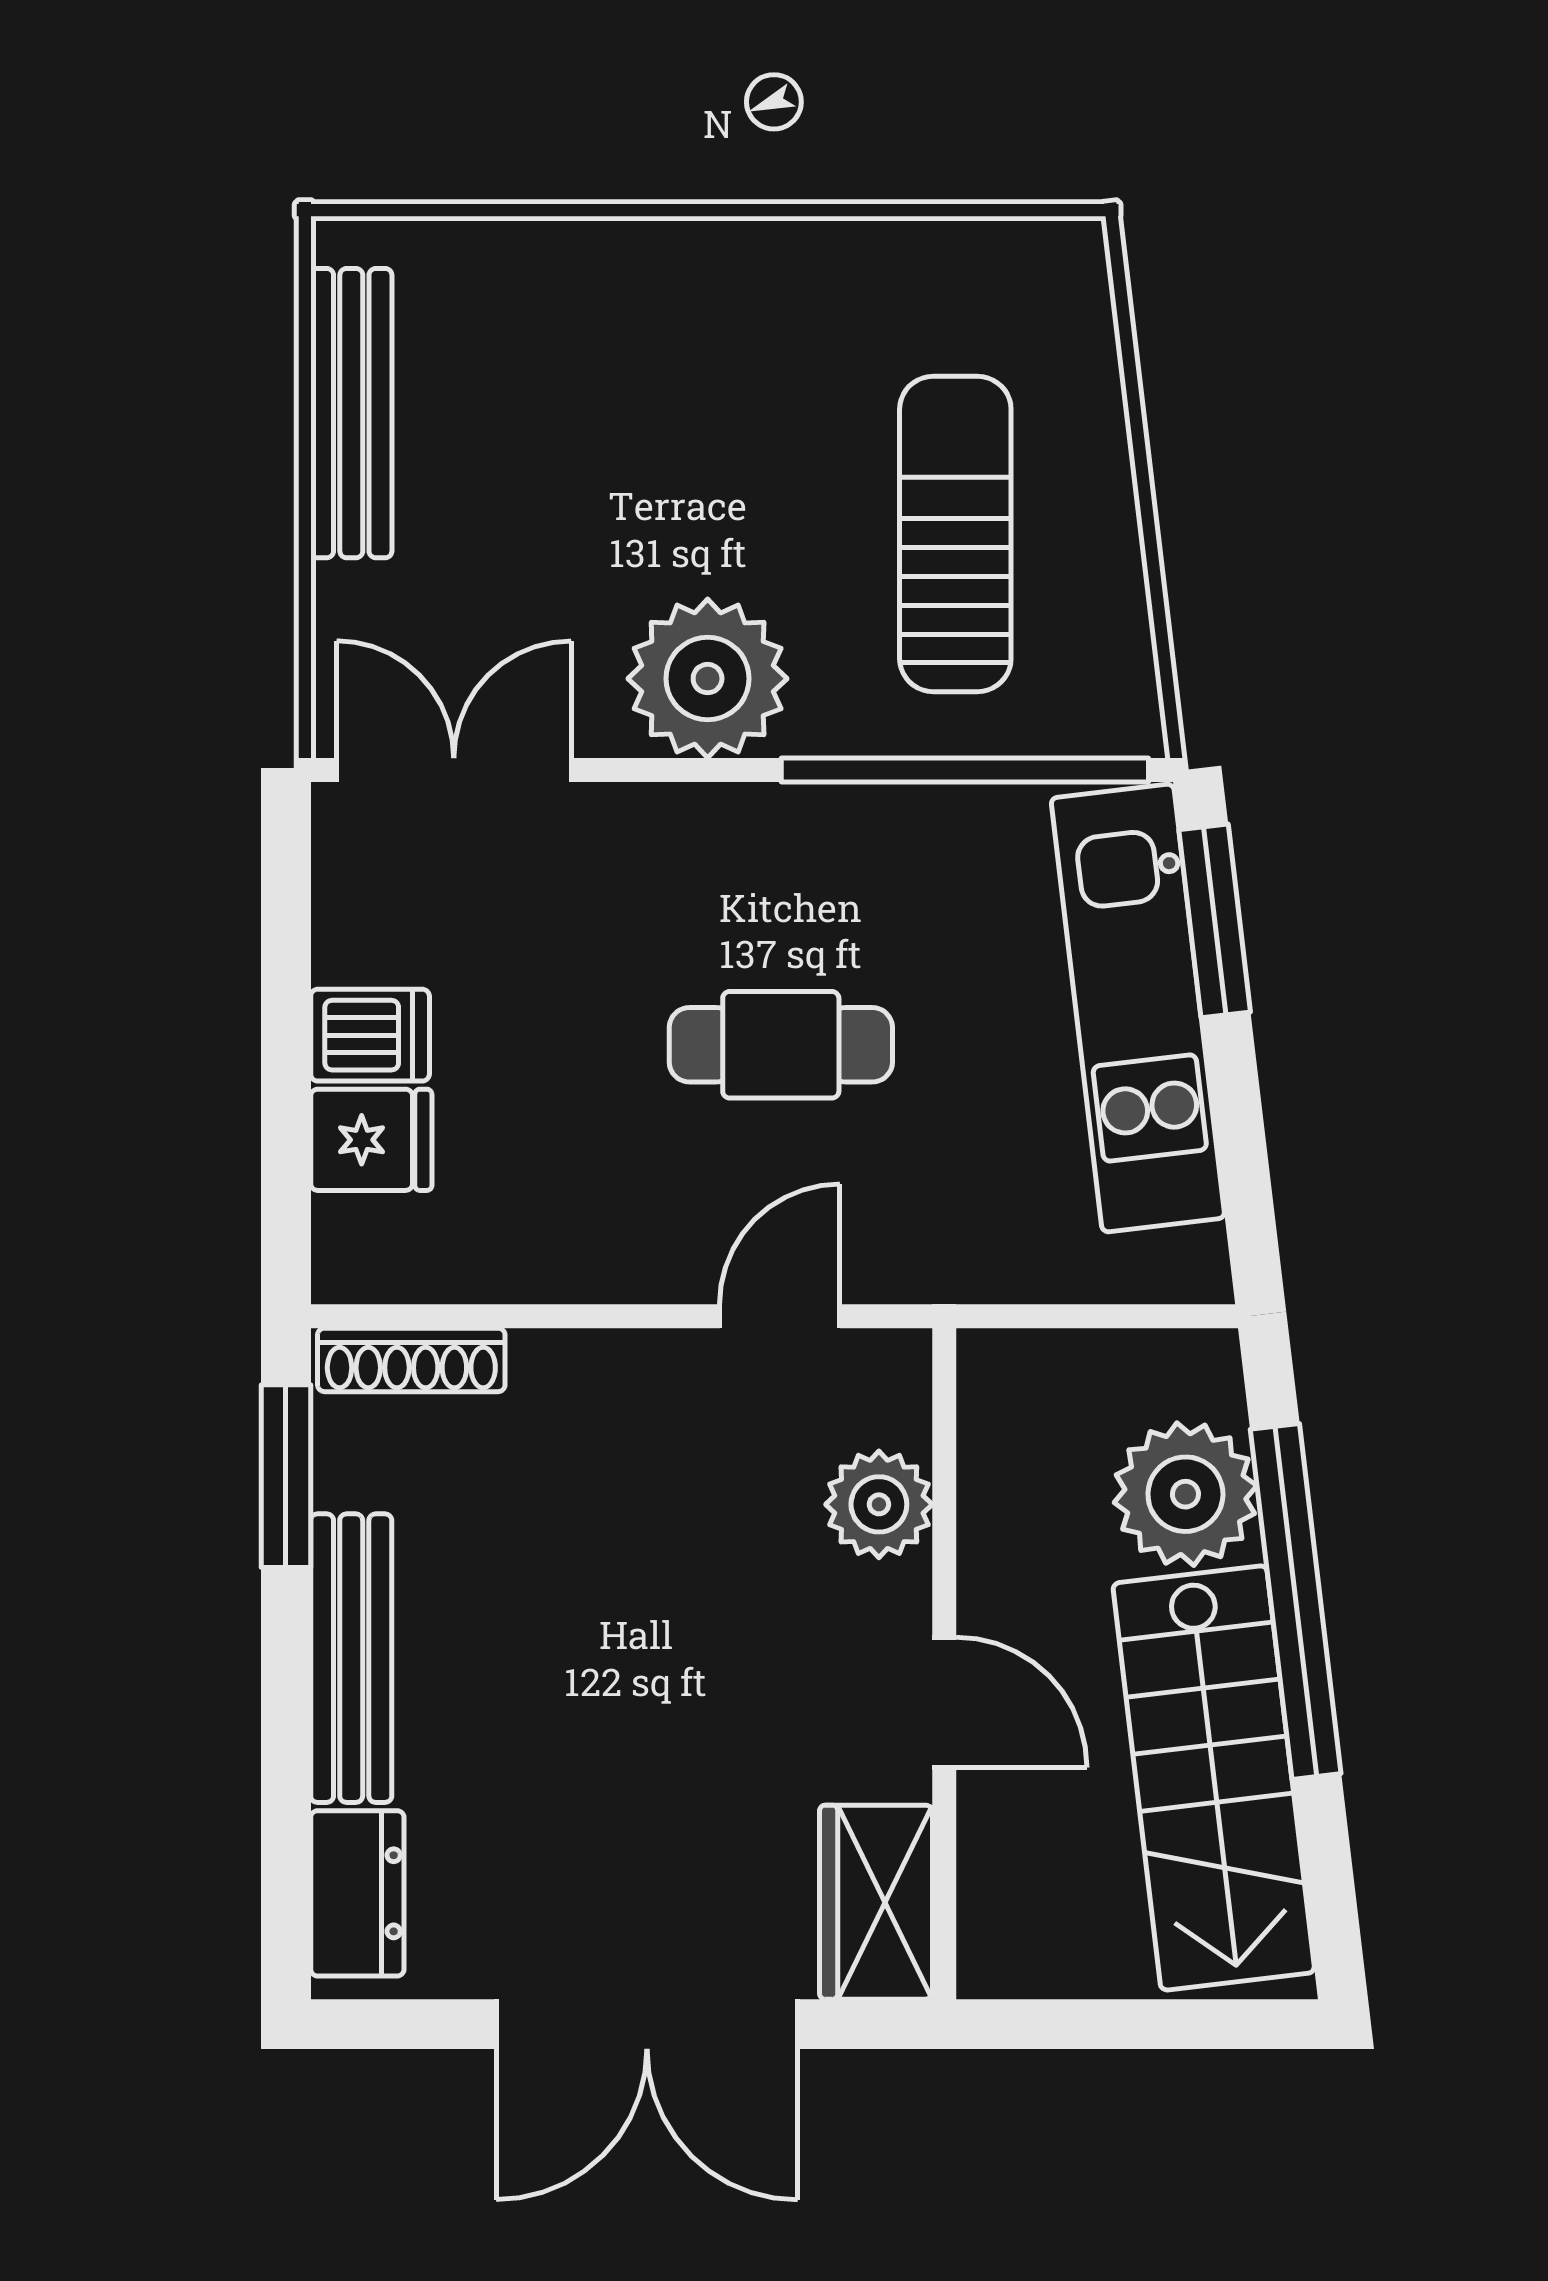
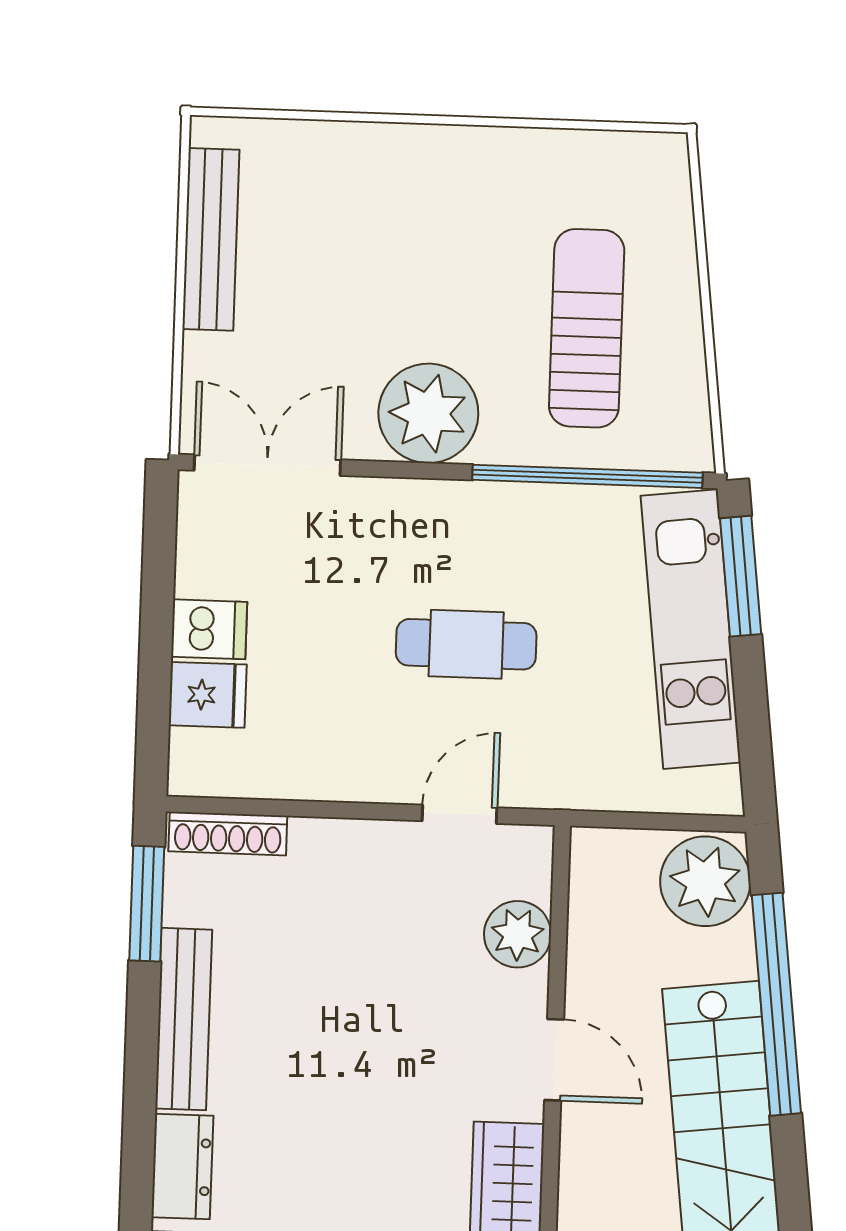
plant: (1185, 1494) -> (705, 881), moved

